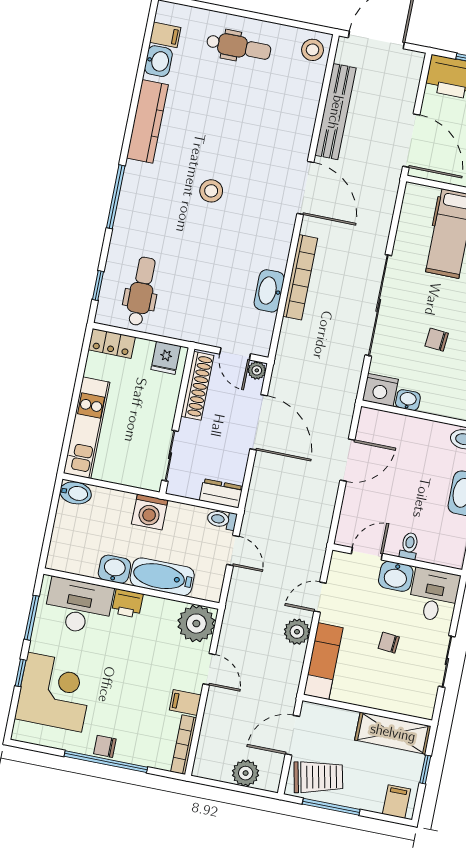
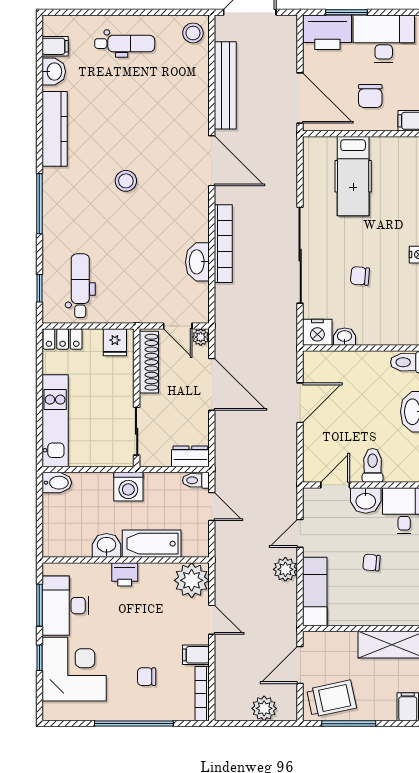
toilet: (409, 546) -> (373, 465), width x1.37, depth x1.39
desk: (78, 606) -> (65, 606), moved, turned -90
chair: (105, 746) -> (147, 677), moved

